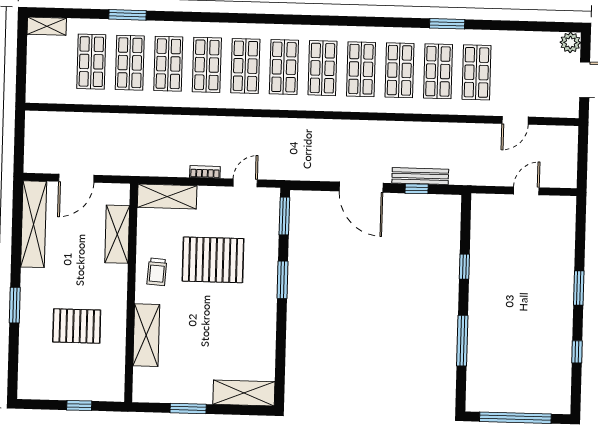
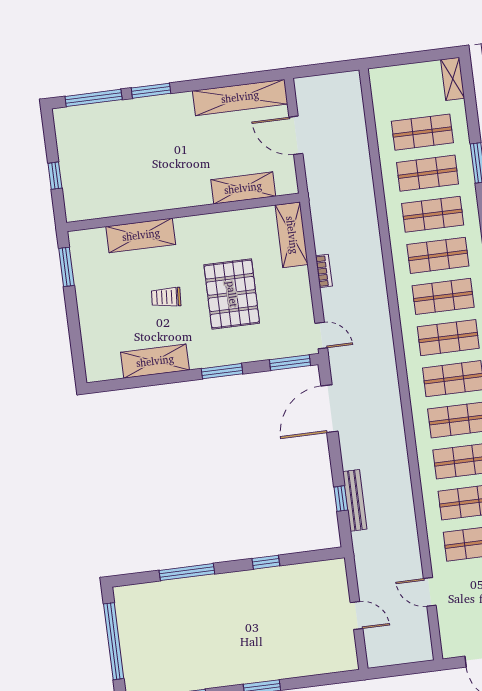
door: (245, 183) -> (321, 336), moved
door: (361, 187) -> (329, 409), moved
trolley: (157, 272) -> (166, 297), moved
pallet: (77, 326) -> (139, 160), removed
window: (13, 359) -> (94, 98), added
shelving: (244, 393) -> (155, 361), moved, turned 90
window: (188, 409) -> (66, 267), moved

